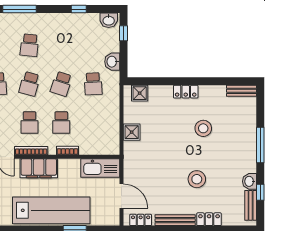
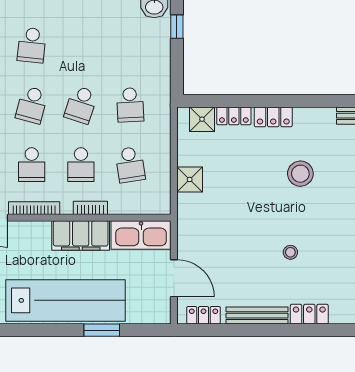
washbasin: (112, 62) -> (160, 71), removed
locker: (160, 91) -> (234, 116), added
school desk: (93, 122) -> (130, 165), added
filing cabinet: (39, 168) -> (81, 235), moved
stool: (197, 179) -> (290, 252), width x0.53, depth x0.53

